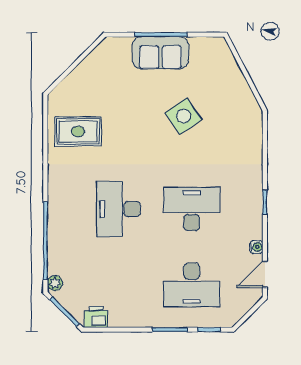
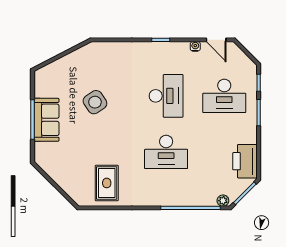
desk: (192, 209) -> (166, 96), turned 180
desk: (192, 285) -> (224, 96), turned 90
printer: (96, 317) -> (245, 161), width x1.87, depth x1.48

